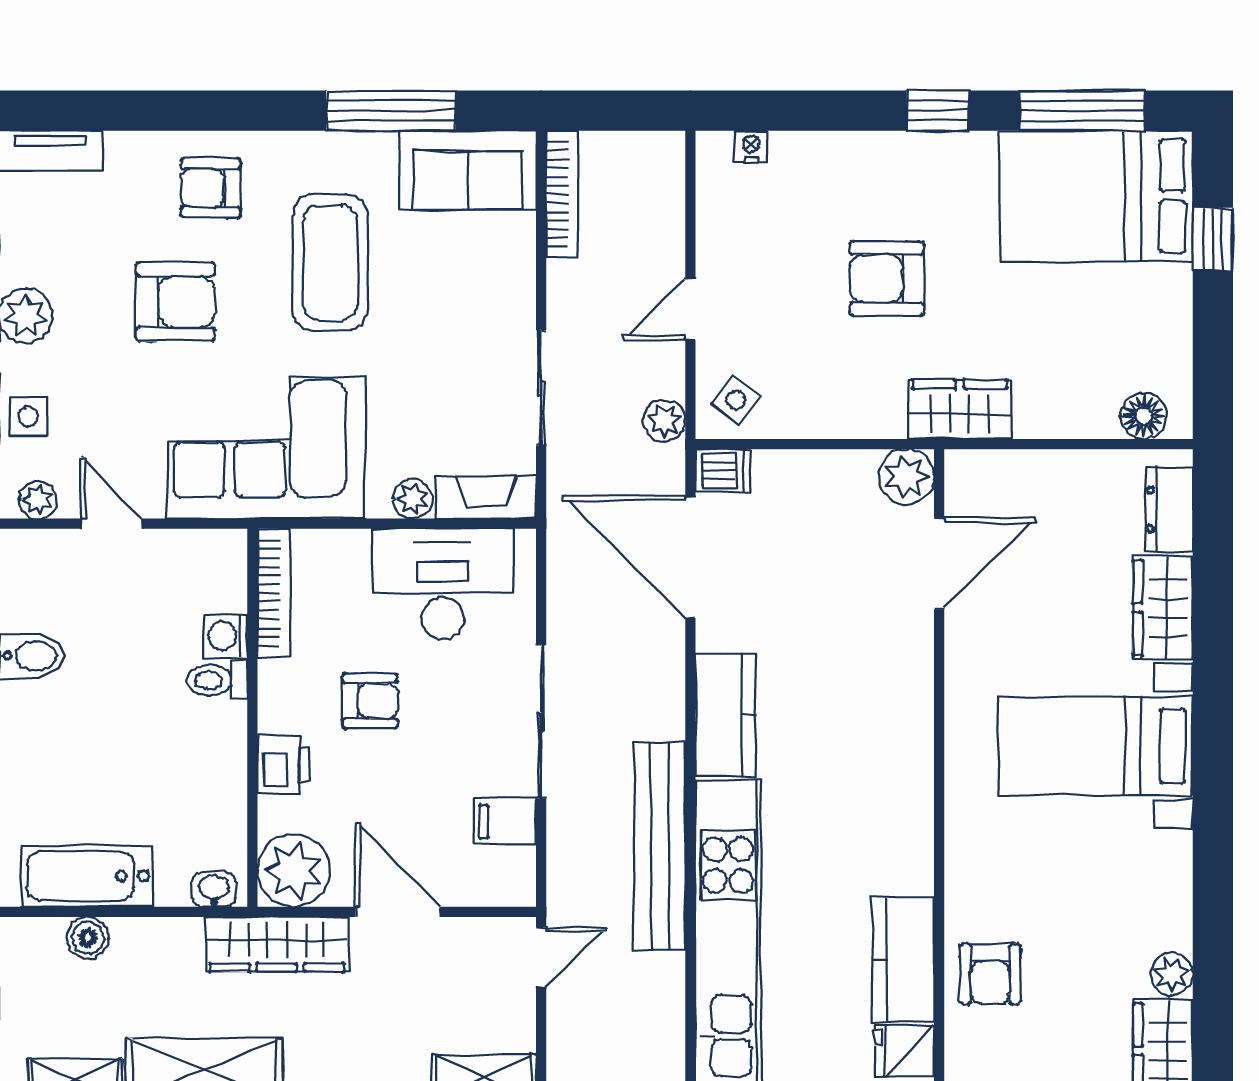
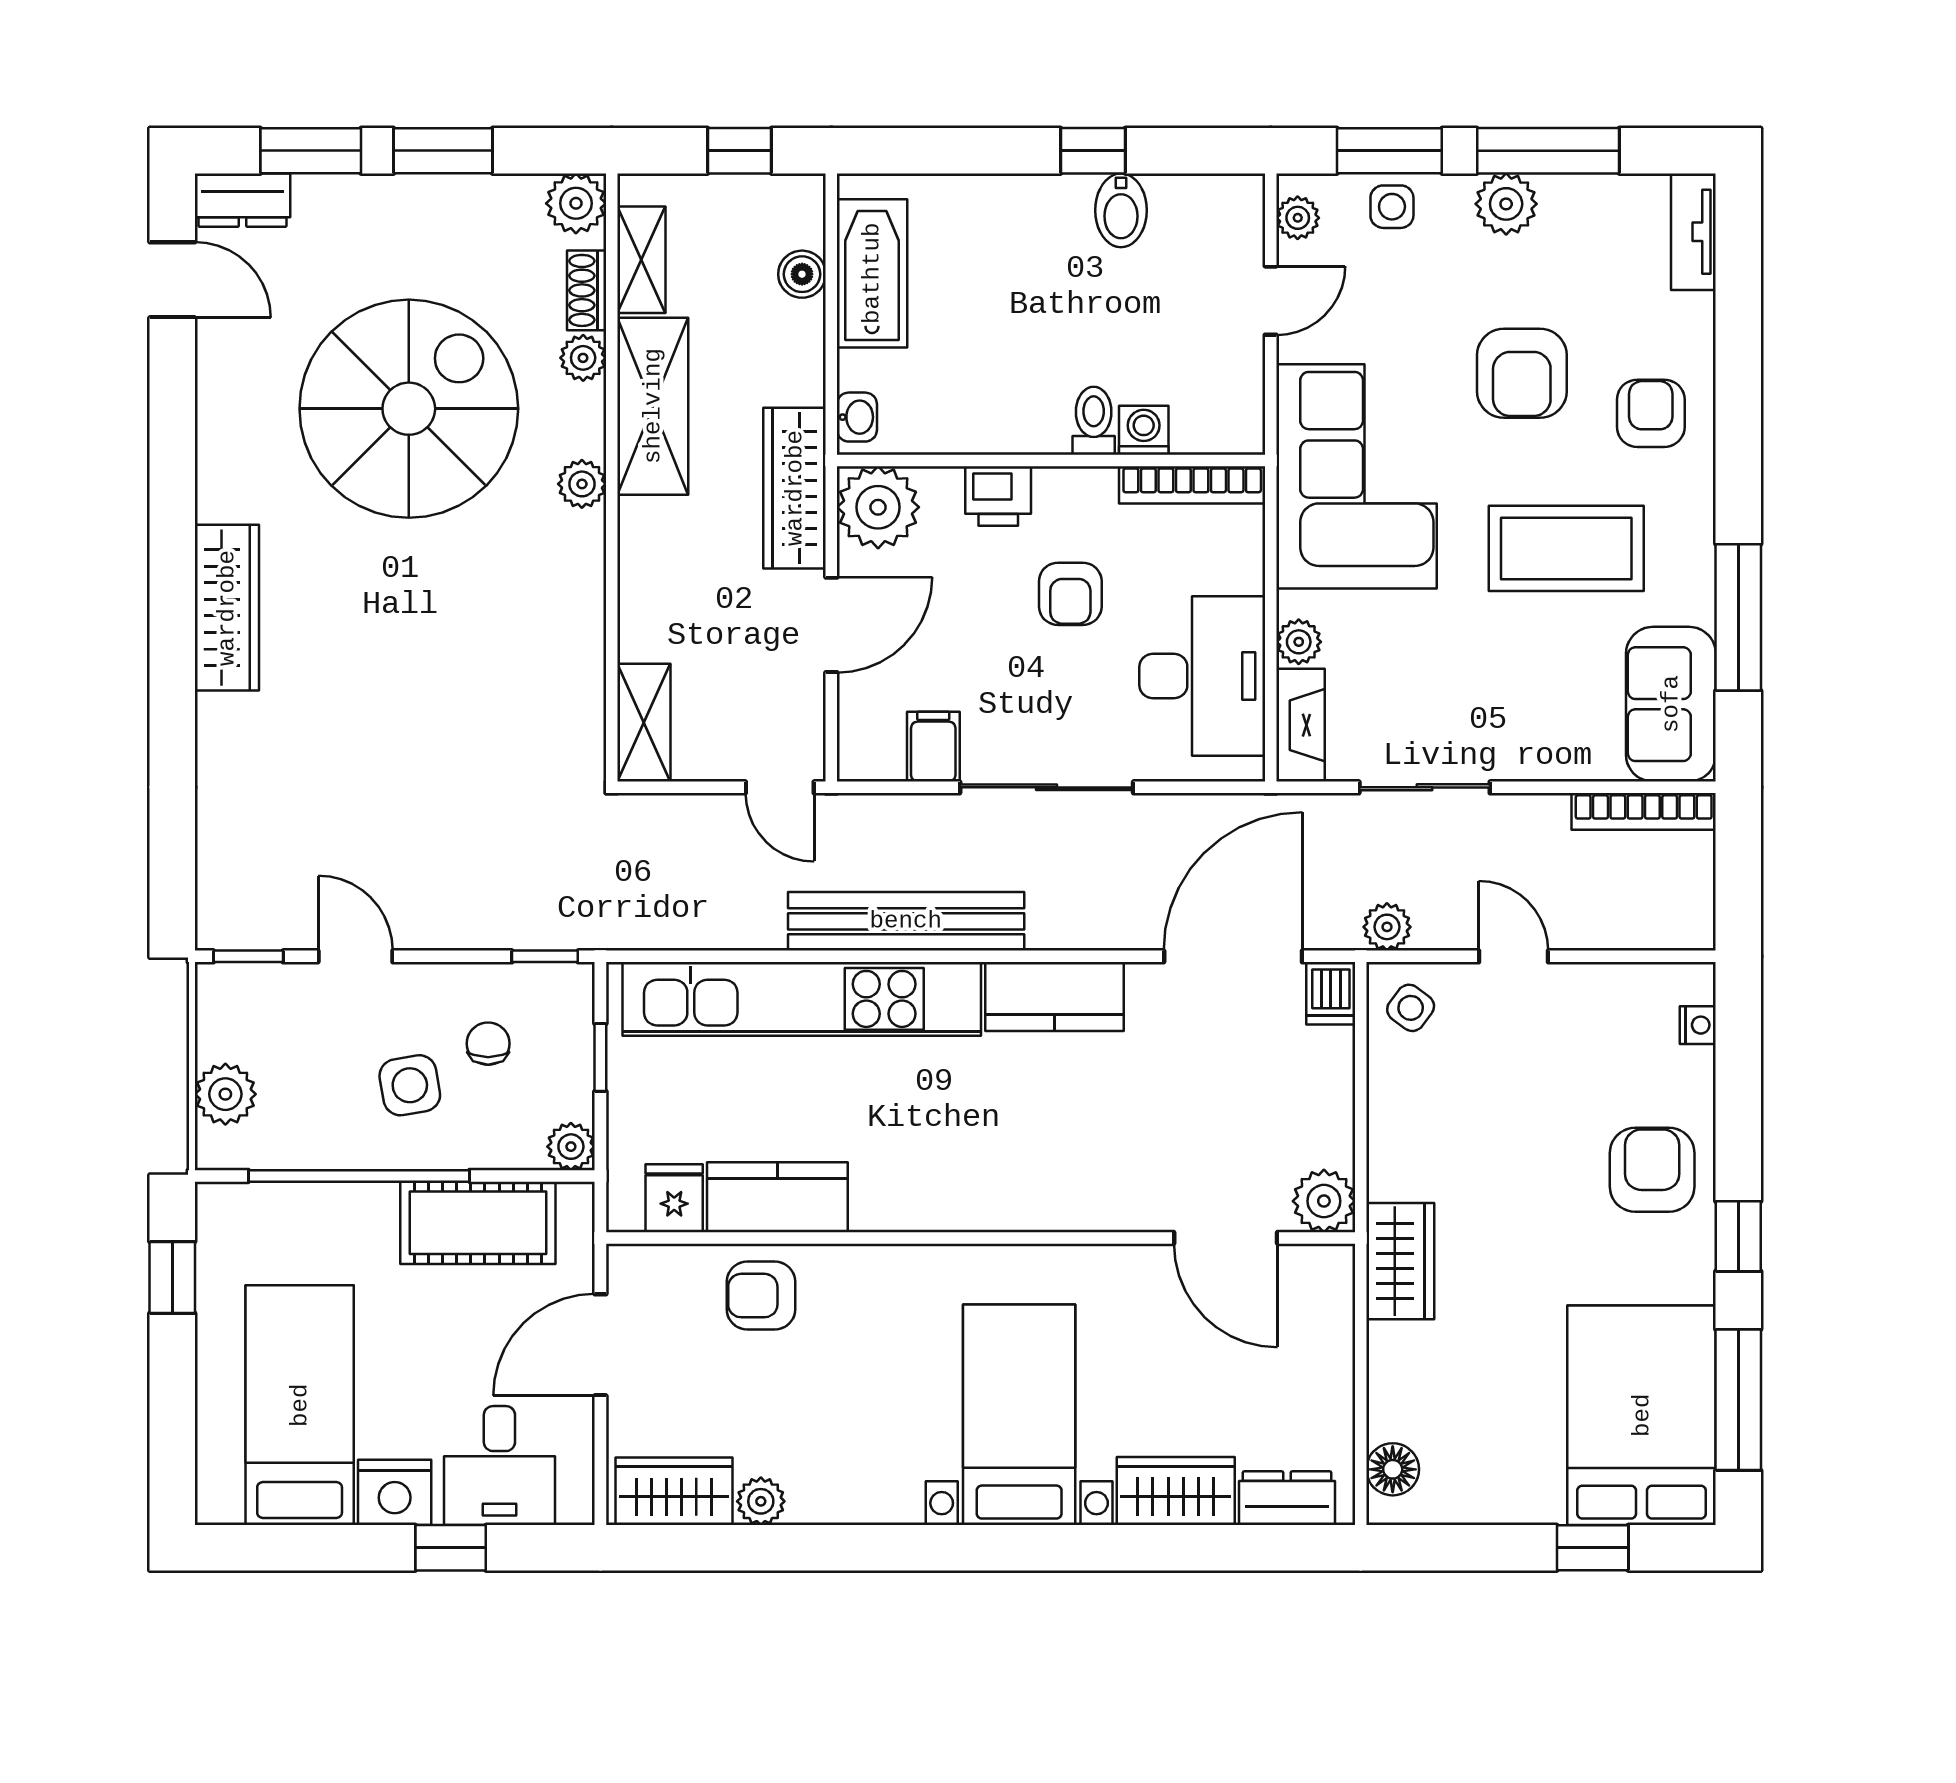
armchair: (887, 279) -> (1652, 1170), moved

